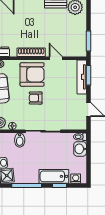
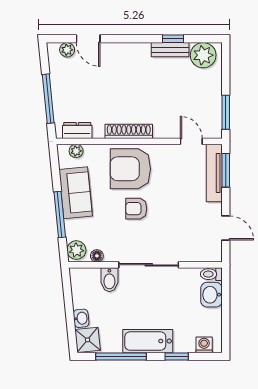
door: (56, 58) -> (191, 141), moved
armchair: (32, 74) -> (130, 169), turned 180
bathtub: (54, 176) -> (148, 341), moved

